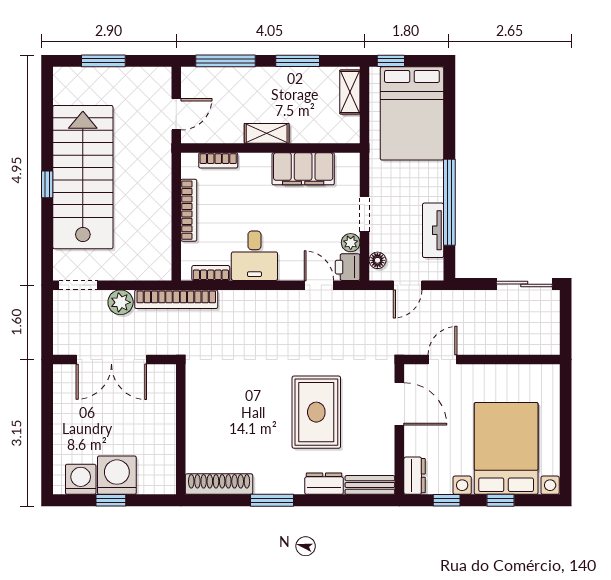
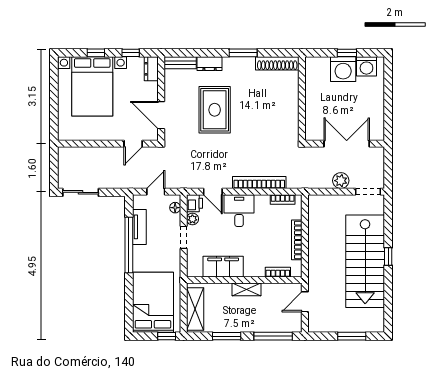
shelving: (350, 92) -> (195, 309), width x1.50, depth x1.33
desk: (254, 256) -> (239, 211), moved
bookcase: (176, 299) -> (259, 183), moved

